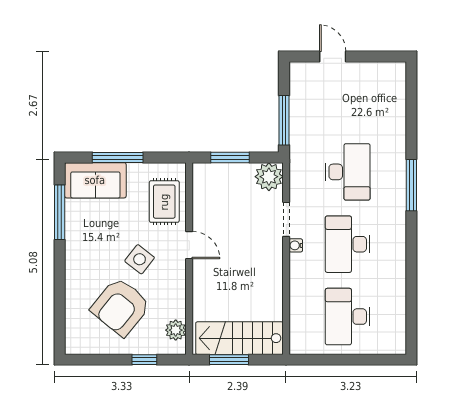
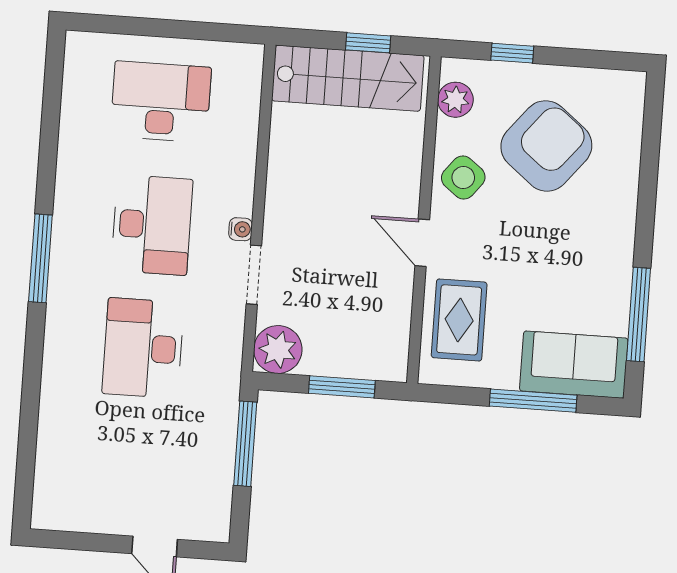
window: (411, 185) -> (40, 258), moved
side table: (140, 259) -> (463, 178), moved
desk: (348, 317) -> (161, 102), turned -90
window: (229, 360) -> (368, 43), width x0.67

